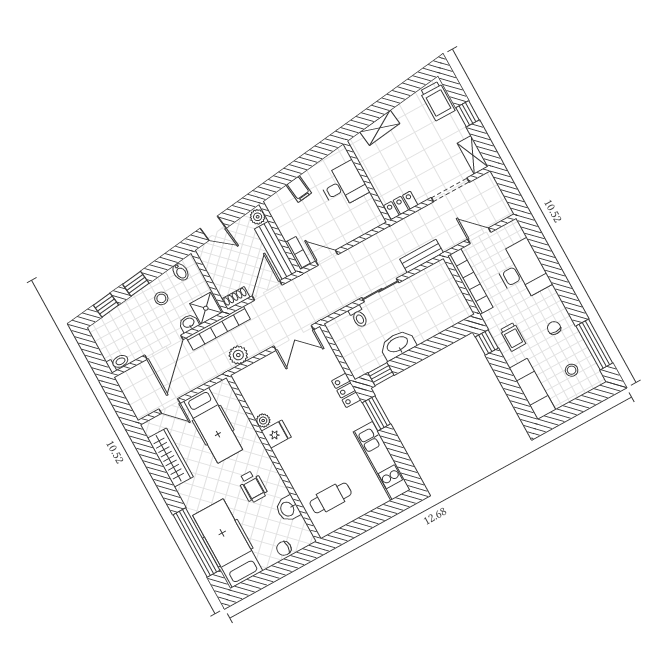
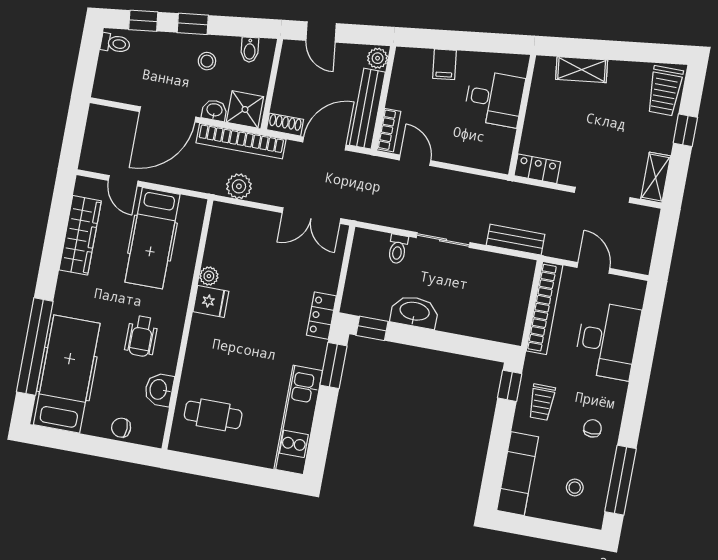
toilet: (118, 363) -> (115, 43), moved

